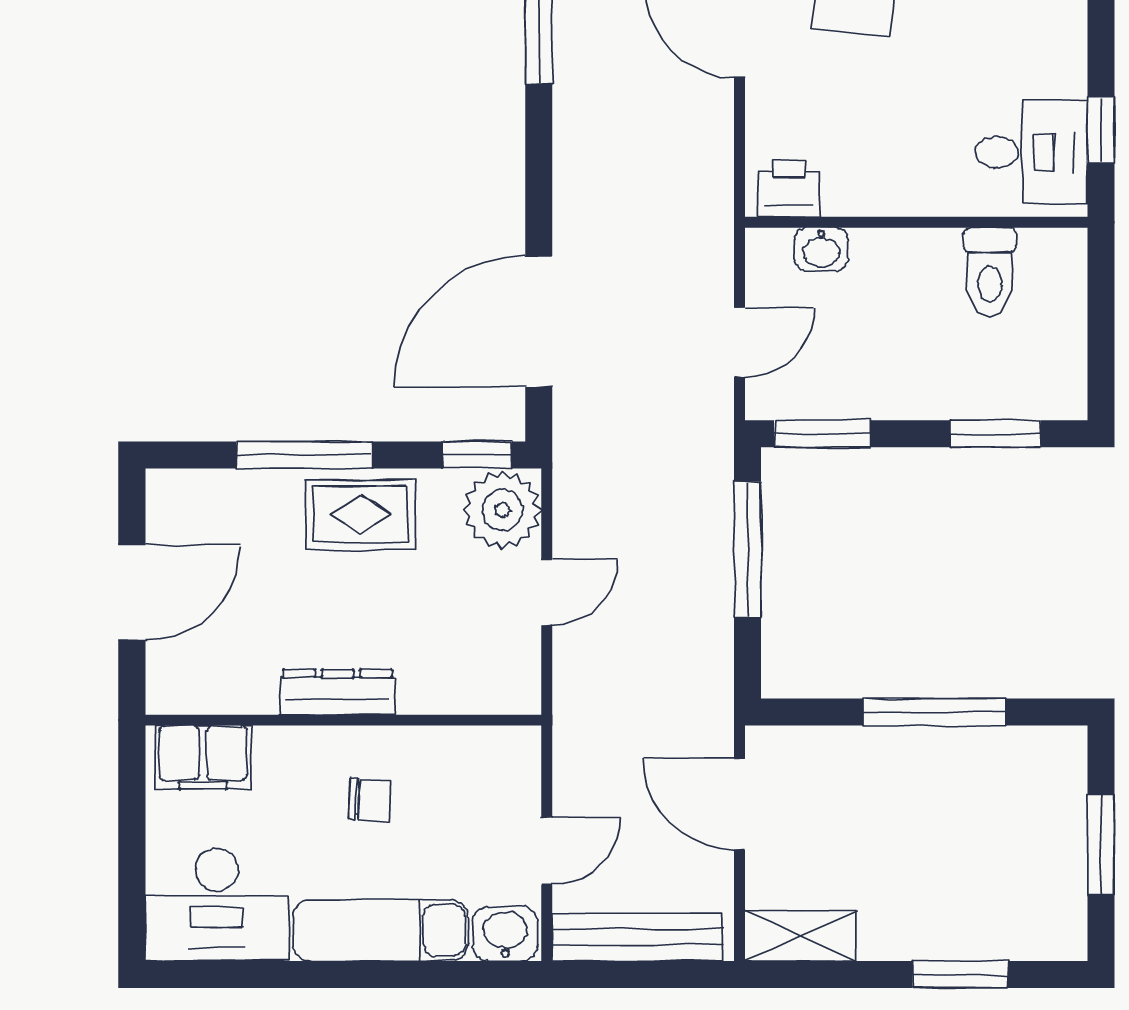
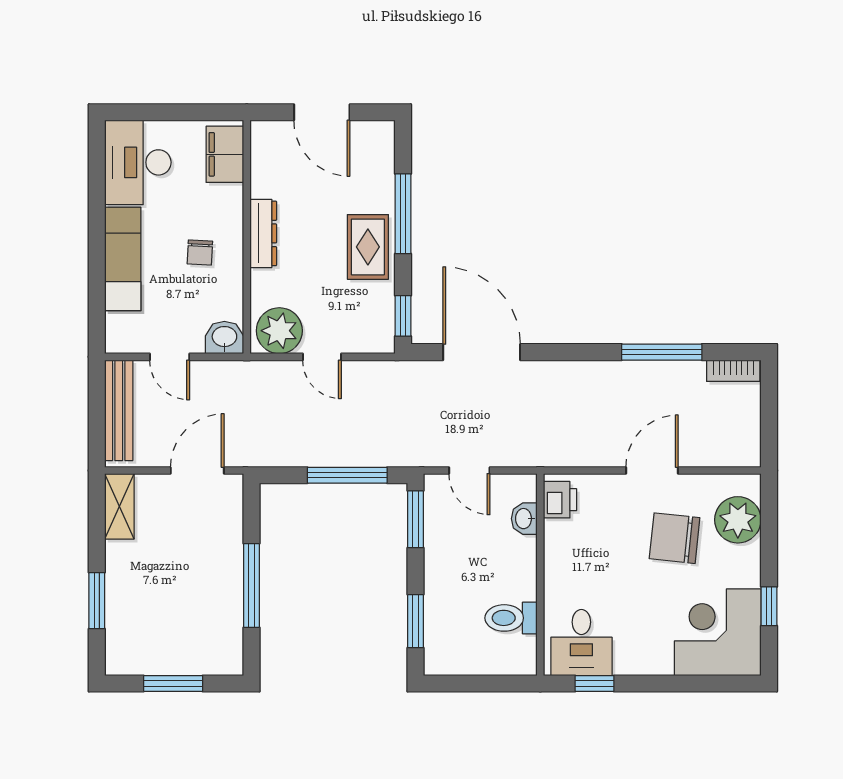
plant: (502, 510) -> (279, 331), moved
washbasin: (505, 934) -> (224, 338), moved, turned -90

